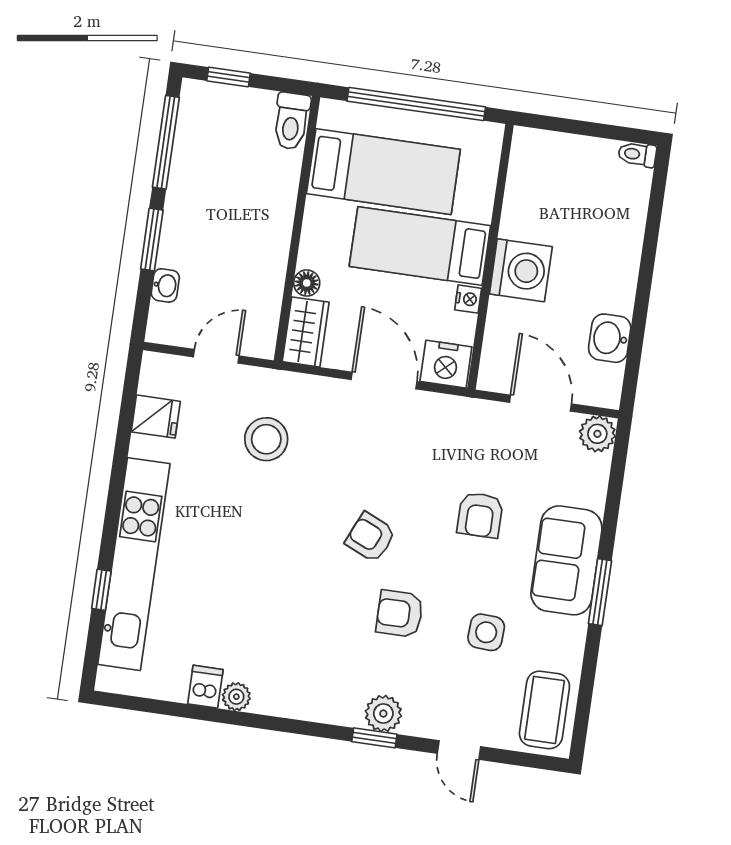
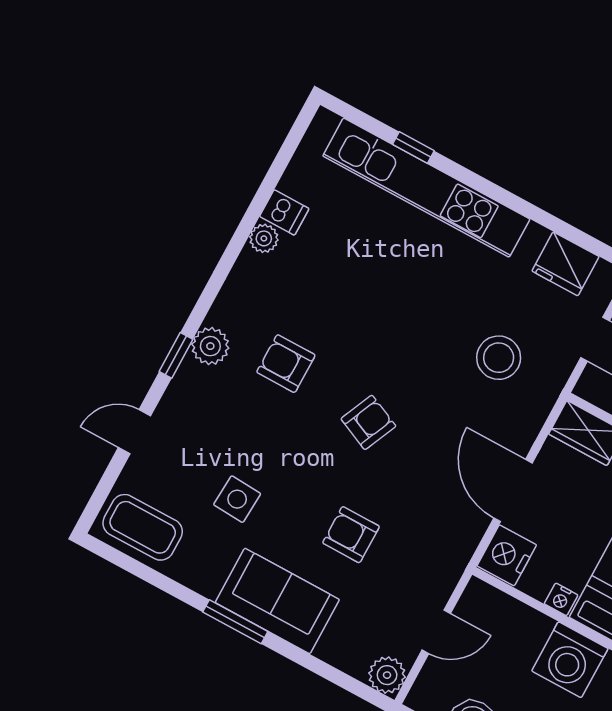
door: (384, 381) -> (513, 491), swing flipped
door: (540, 403) -> (436, 632), width x0.73
fridge: (156, 417) -> (566, 264), width x1.38
armchair: (400, 614) -> (286, 364), moved, turned -90
plant: (383, 714) -> (210, 346), moved

